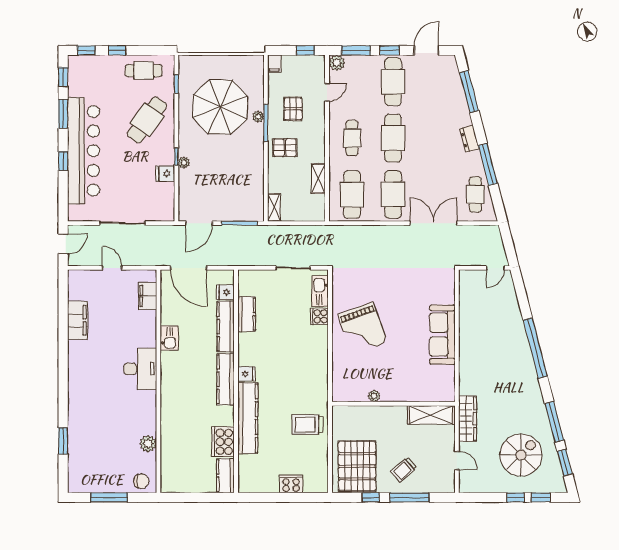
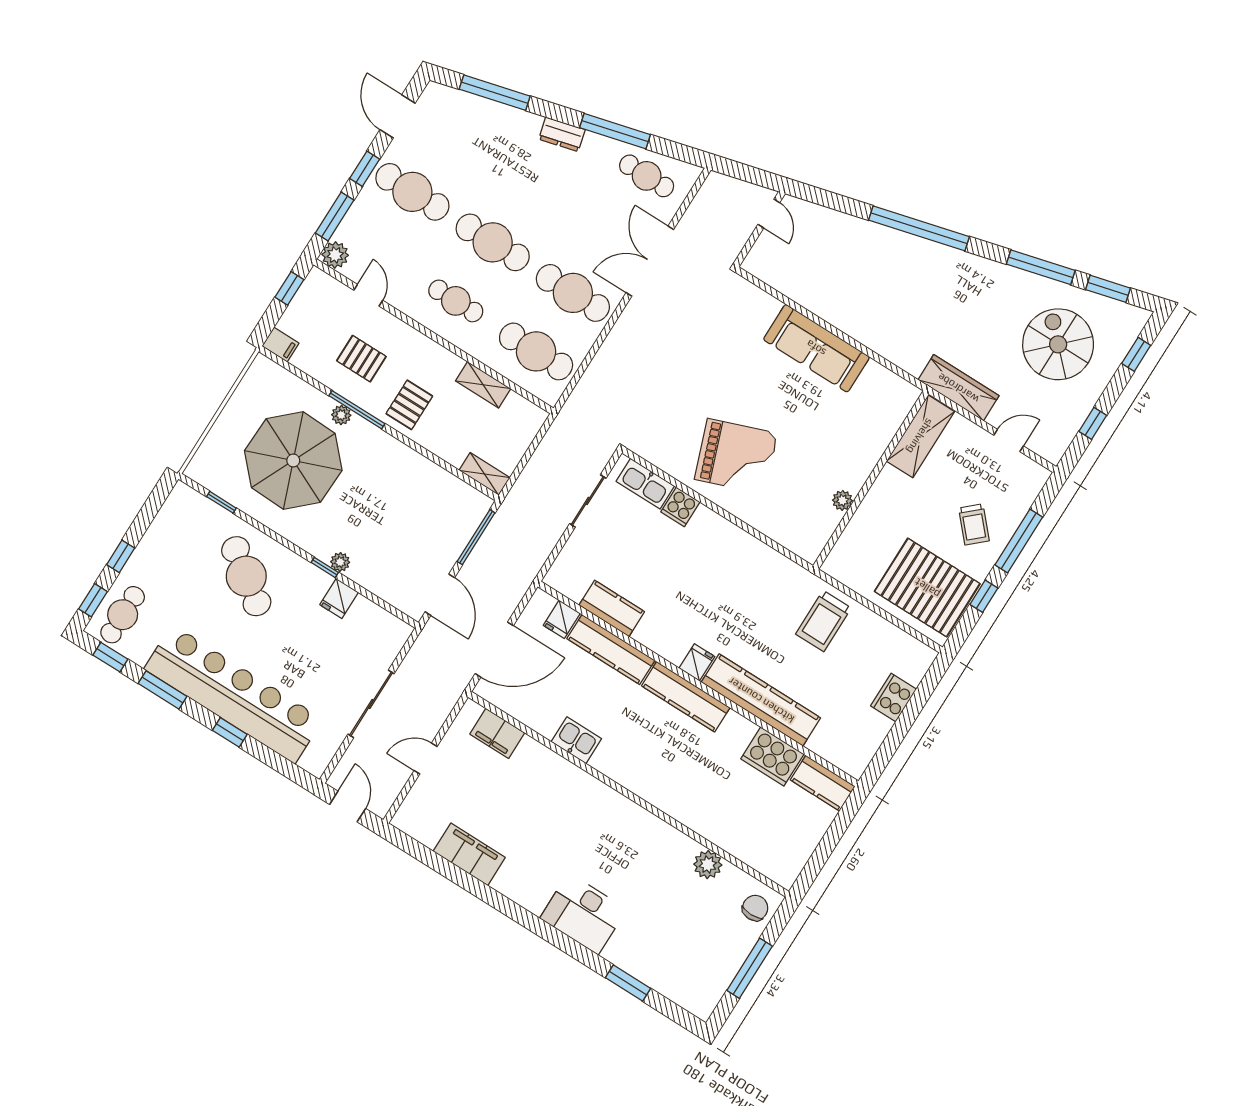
cafe table: (144, 71) -> (123, 615), moved
desk: (140, 369) -> (583, 914), moved, turned 180
window: (515, 497) -> (1093, 423), moved

